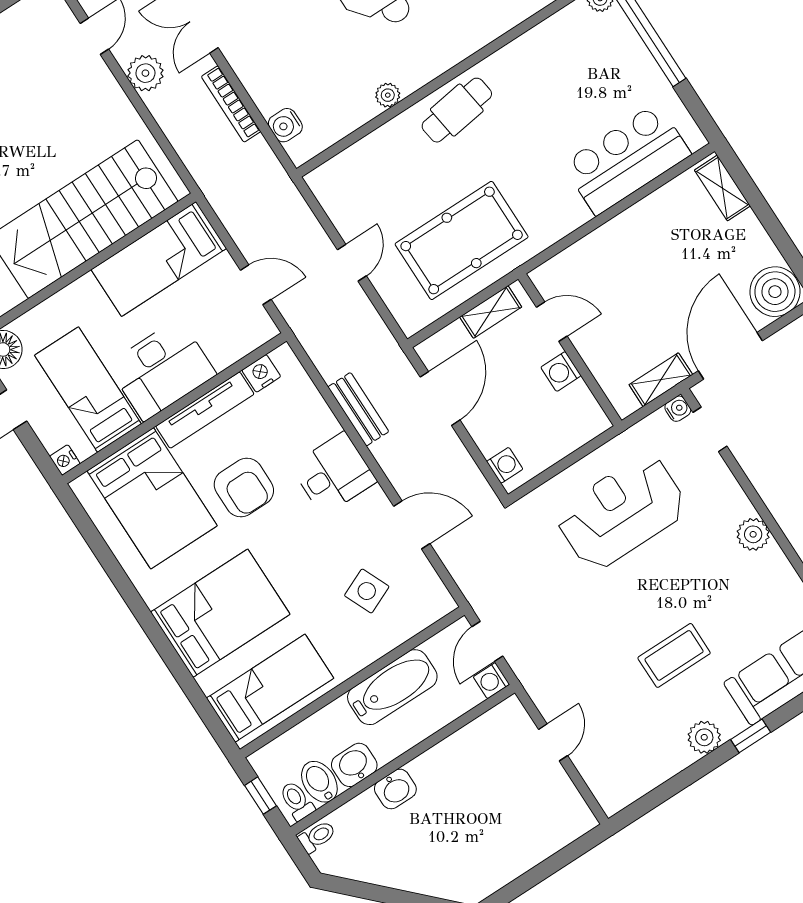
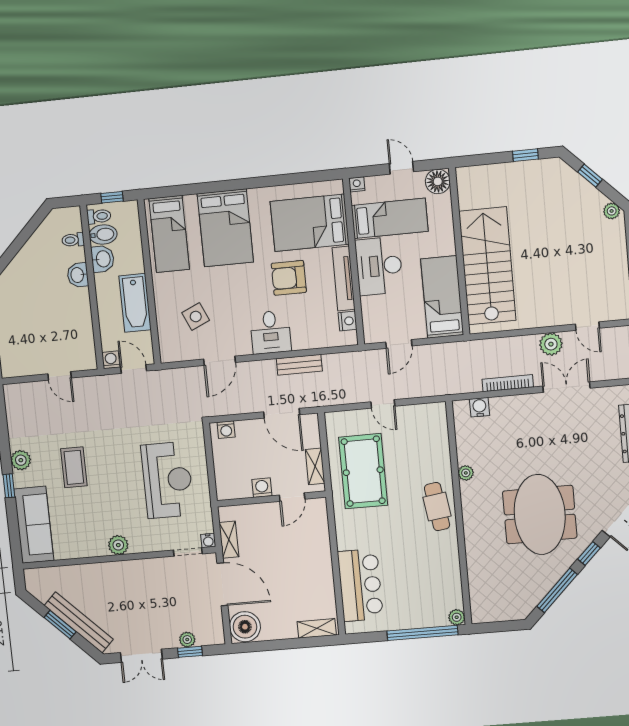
toilet: (317, 837) -> (73, 240), moved, turned 90

